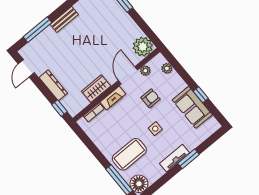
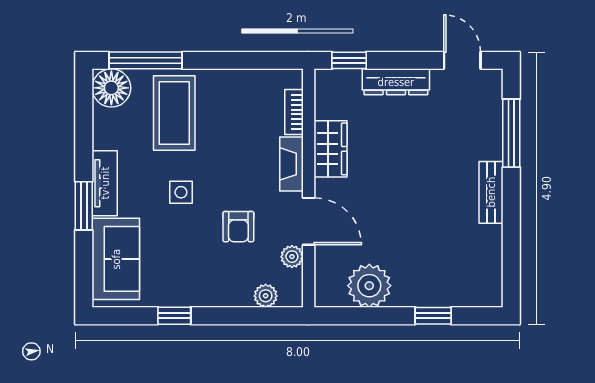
plant: (143, 47) -> (369, 286), moved
sofa: (192, 107) -> (116, 259), moved, turned 90

